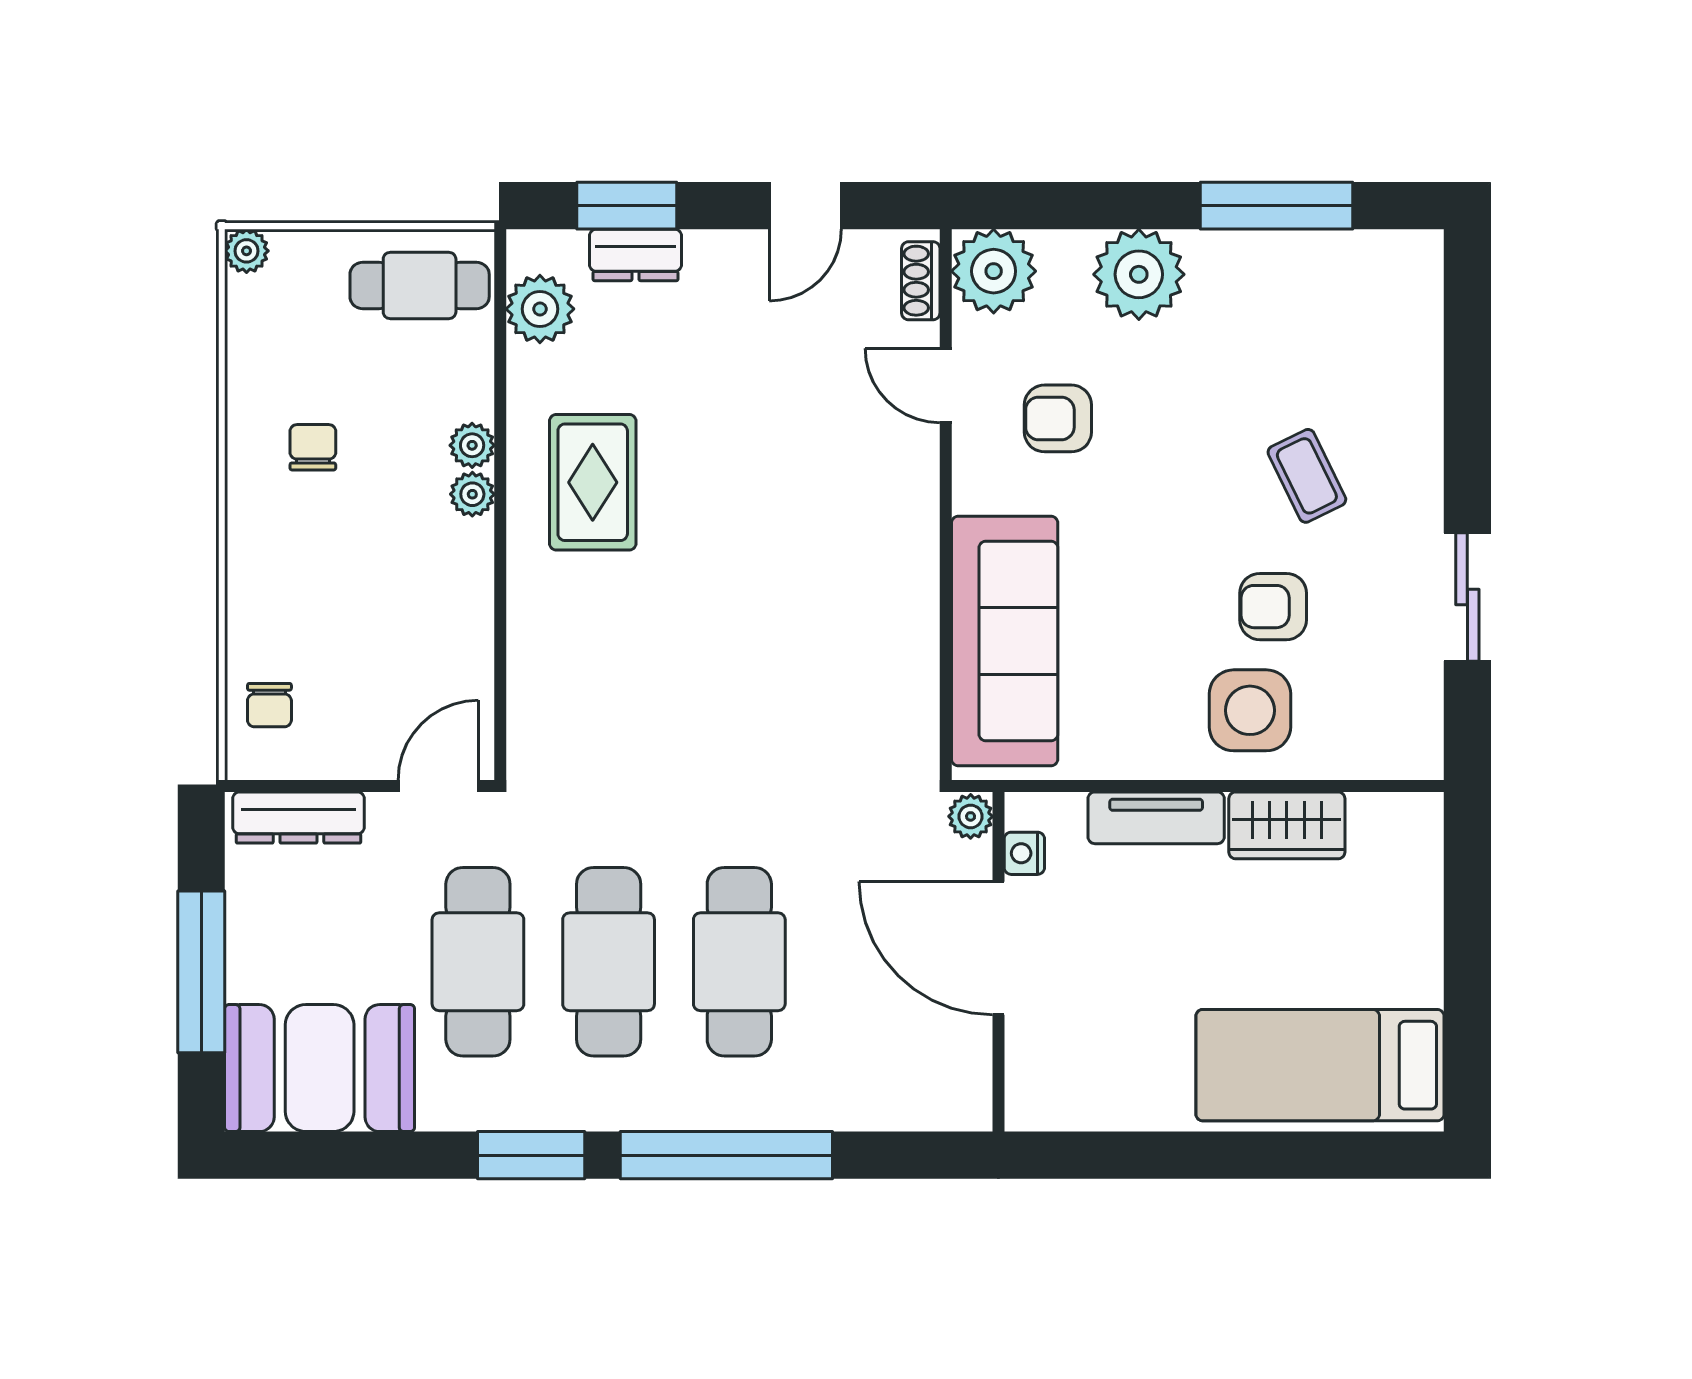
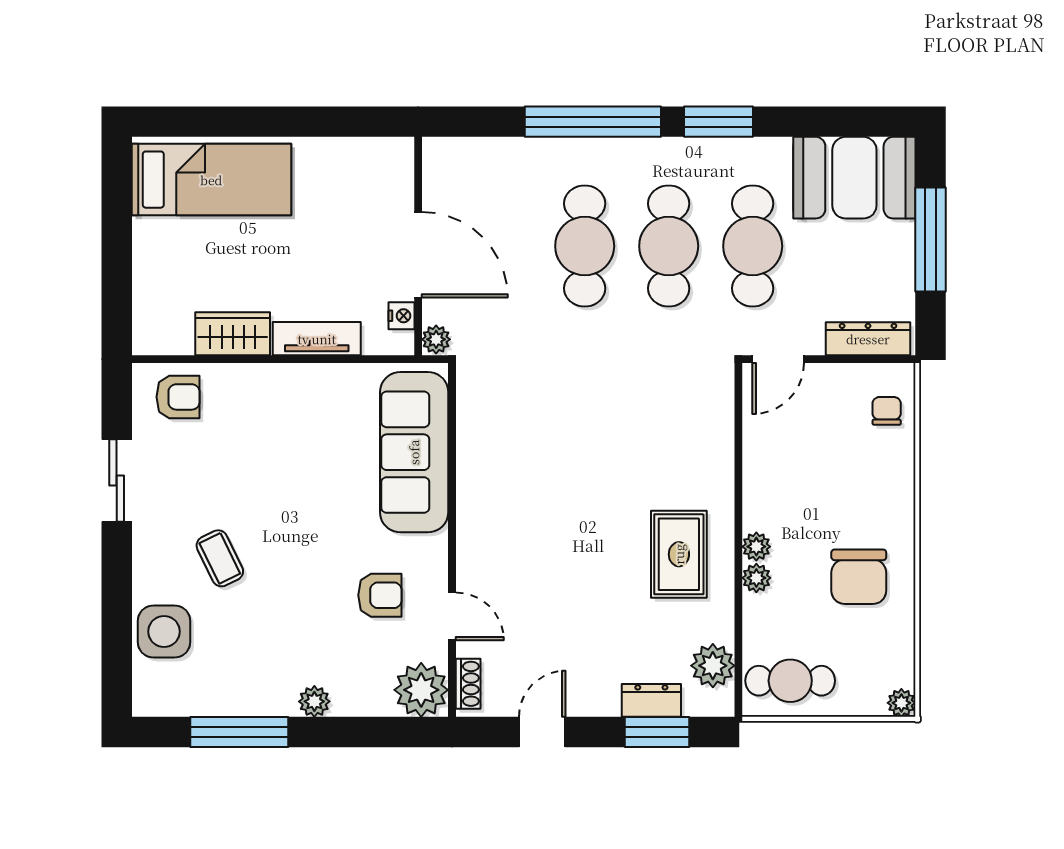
plant: (1139, 274) -> (314, 701), width x0.53, depth x0.53
chair: (313, 447) -> (859, 577), width x1.87, depth x1.87
armchair: (1273, 607) -> (178, 397), moved
side table: (1250, 710) -> (164, 631), moved

